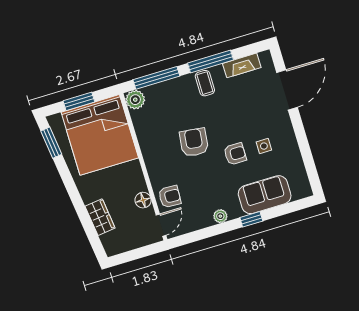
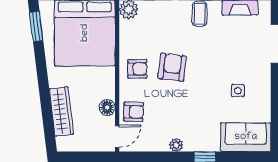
armchair: (235, 154) -> (137, 69), moved
sofa: (265, 195) -> (246, 137), moved
wardrobe: (100, 217) -> (61, 111), width x1.50

